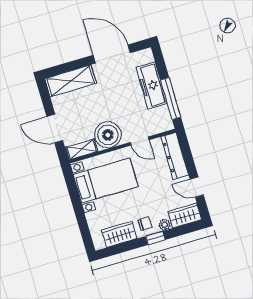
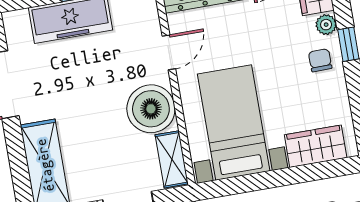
wardrobe: (119, 234) -> (316, 146), moved, turned 90

